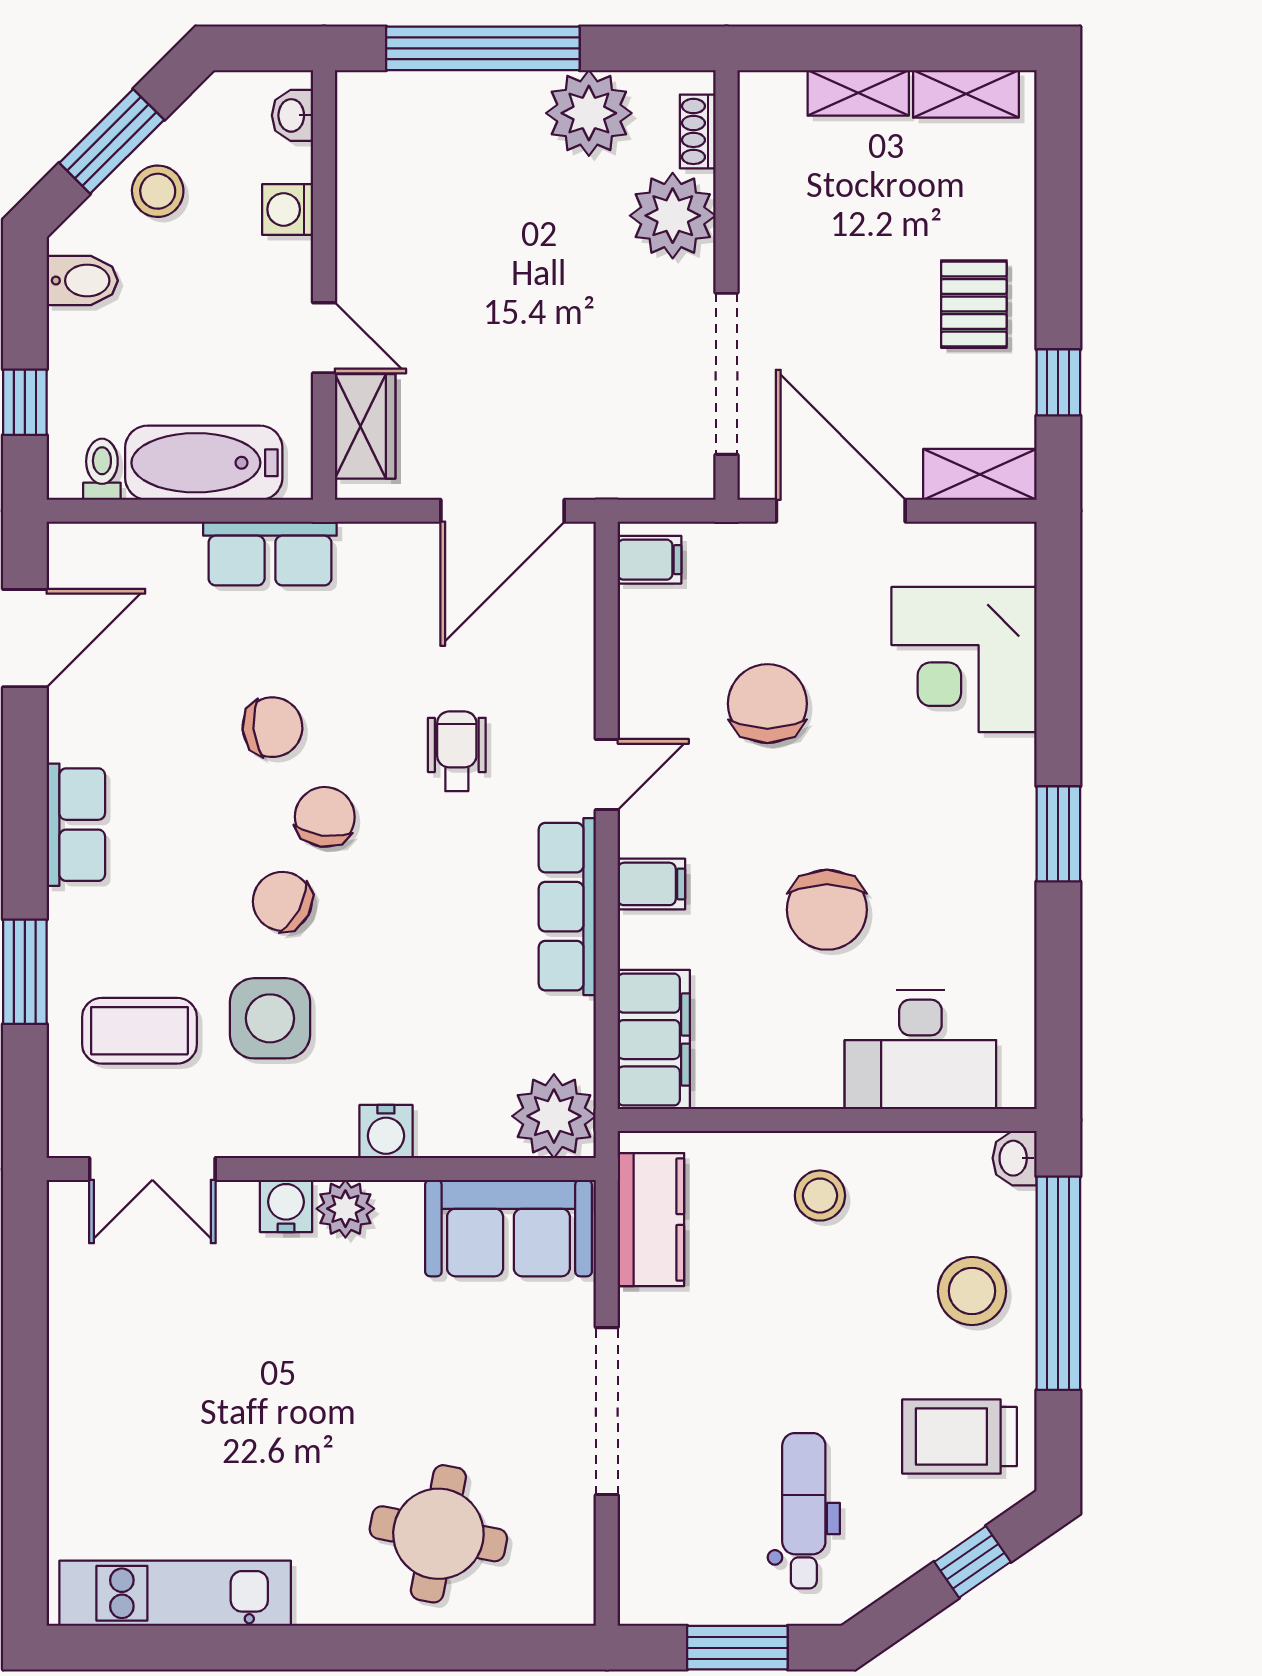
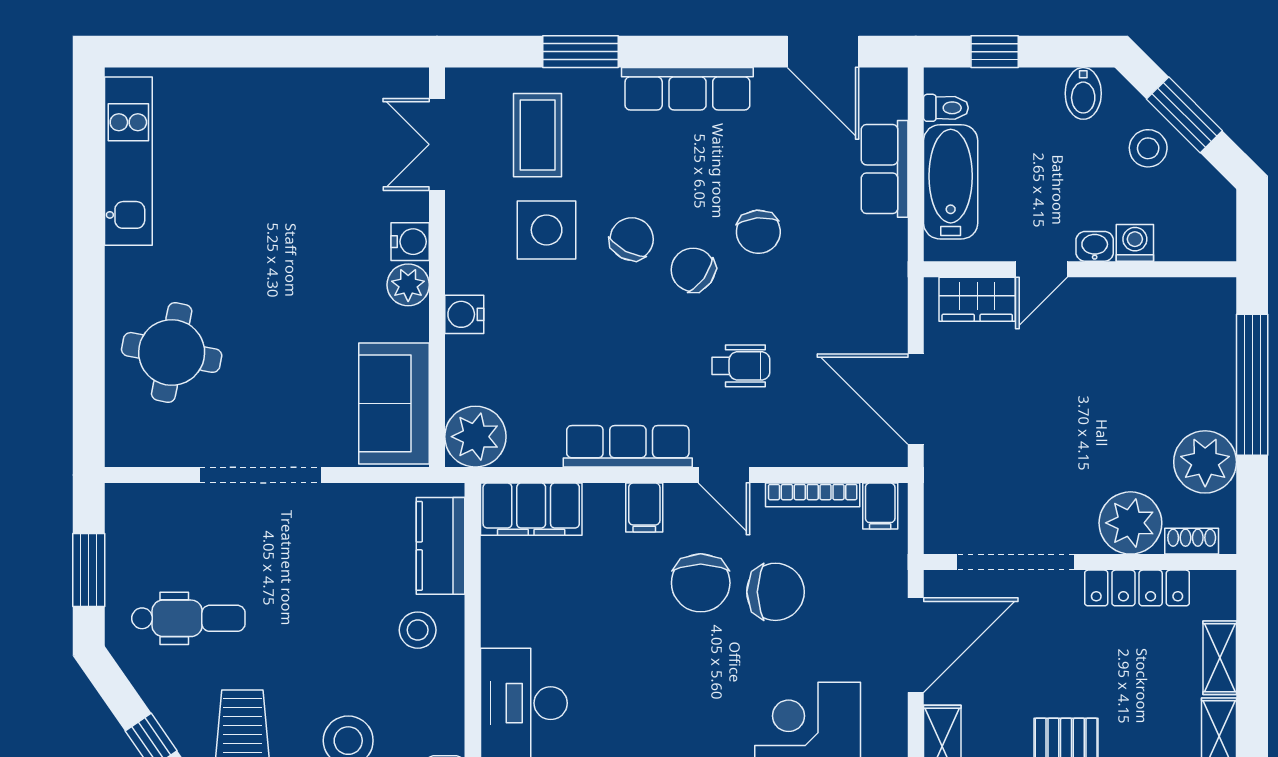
washbasin: (292, 115) -> (1095, 246), moved
locker: (762, 207) -> (1137, 588), added
row of seats: (270, 554) -> (885, 169), moved
bookcase: (634, 652) -> (813, 495), added
chair: (325, 817) -> (693, 270), turned -152
row of seats: (76, 825) -> (687, 89), width x1.48
chair: (827, 910) -> (701, 583), moved, turned -90
kitchen counter: (651, 1220) -> (441, 546), moved, turned 90

